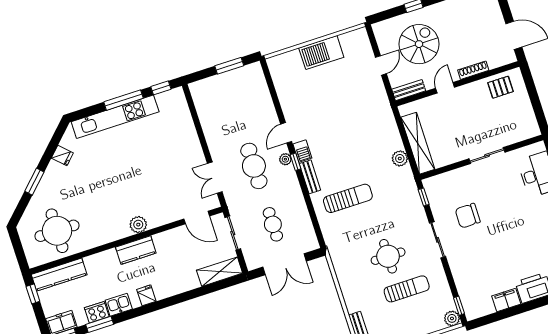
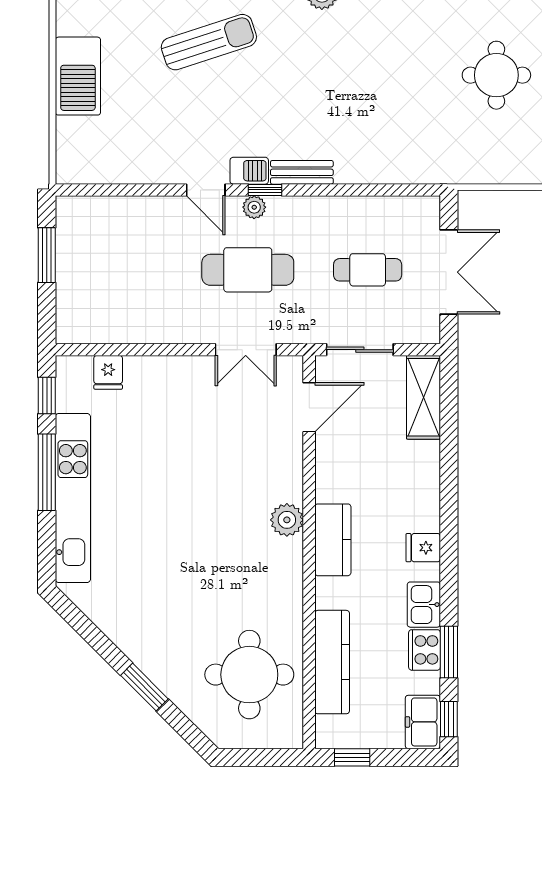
fridge: (62, 156) -> (108, 372), moved, turned 135
sun lounger: (348, 198) -> (209, 42), moved, turned 72
kitchen counter: (59, 275) -> (332, 662), moved

